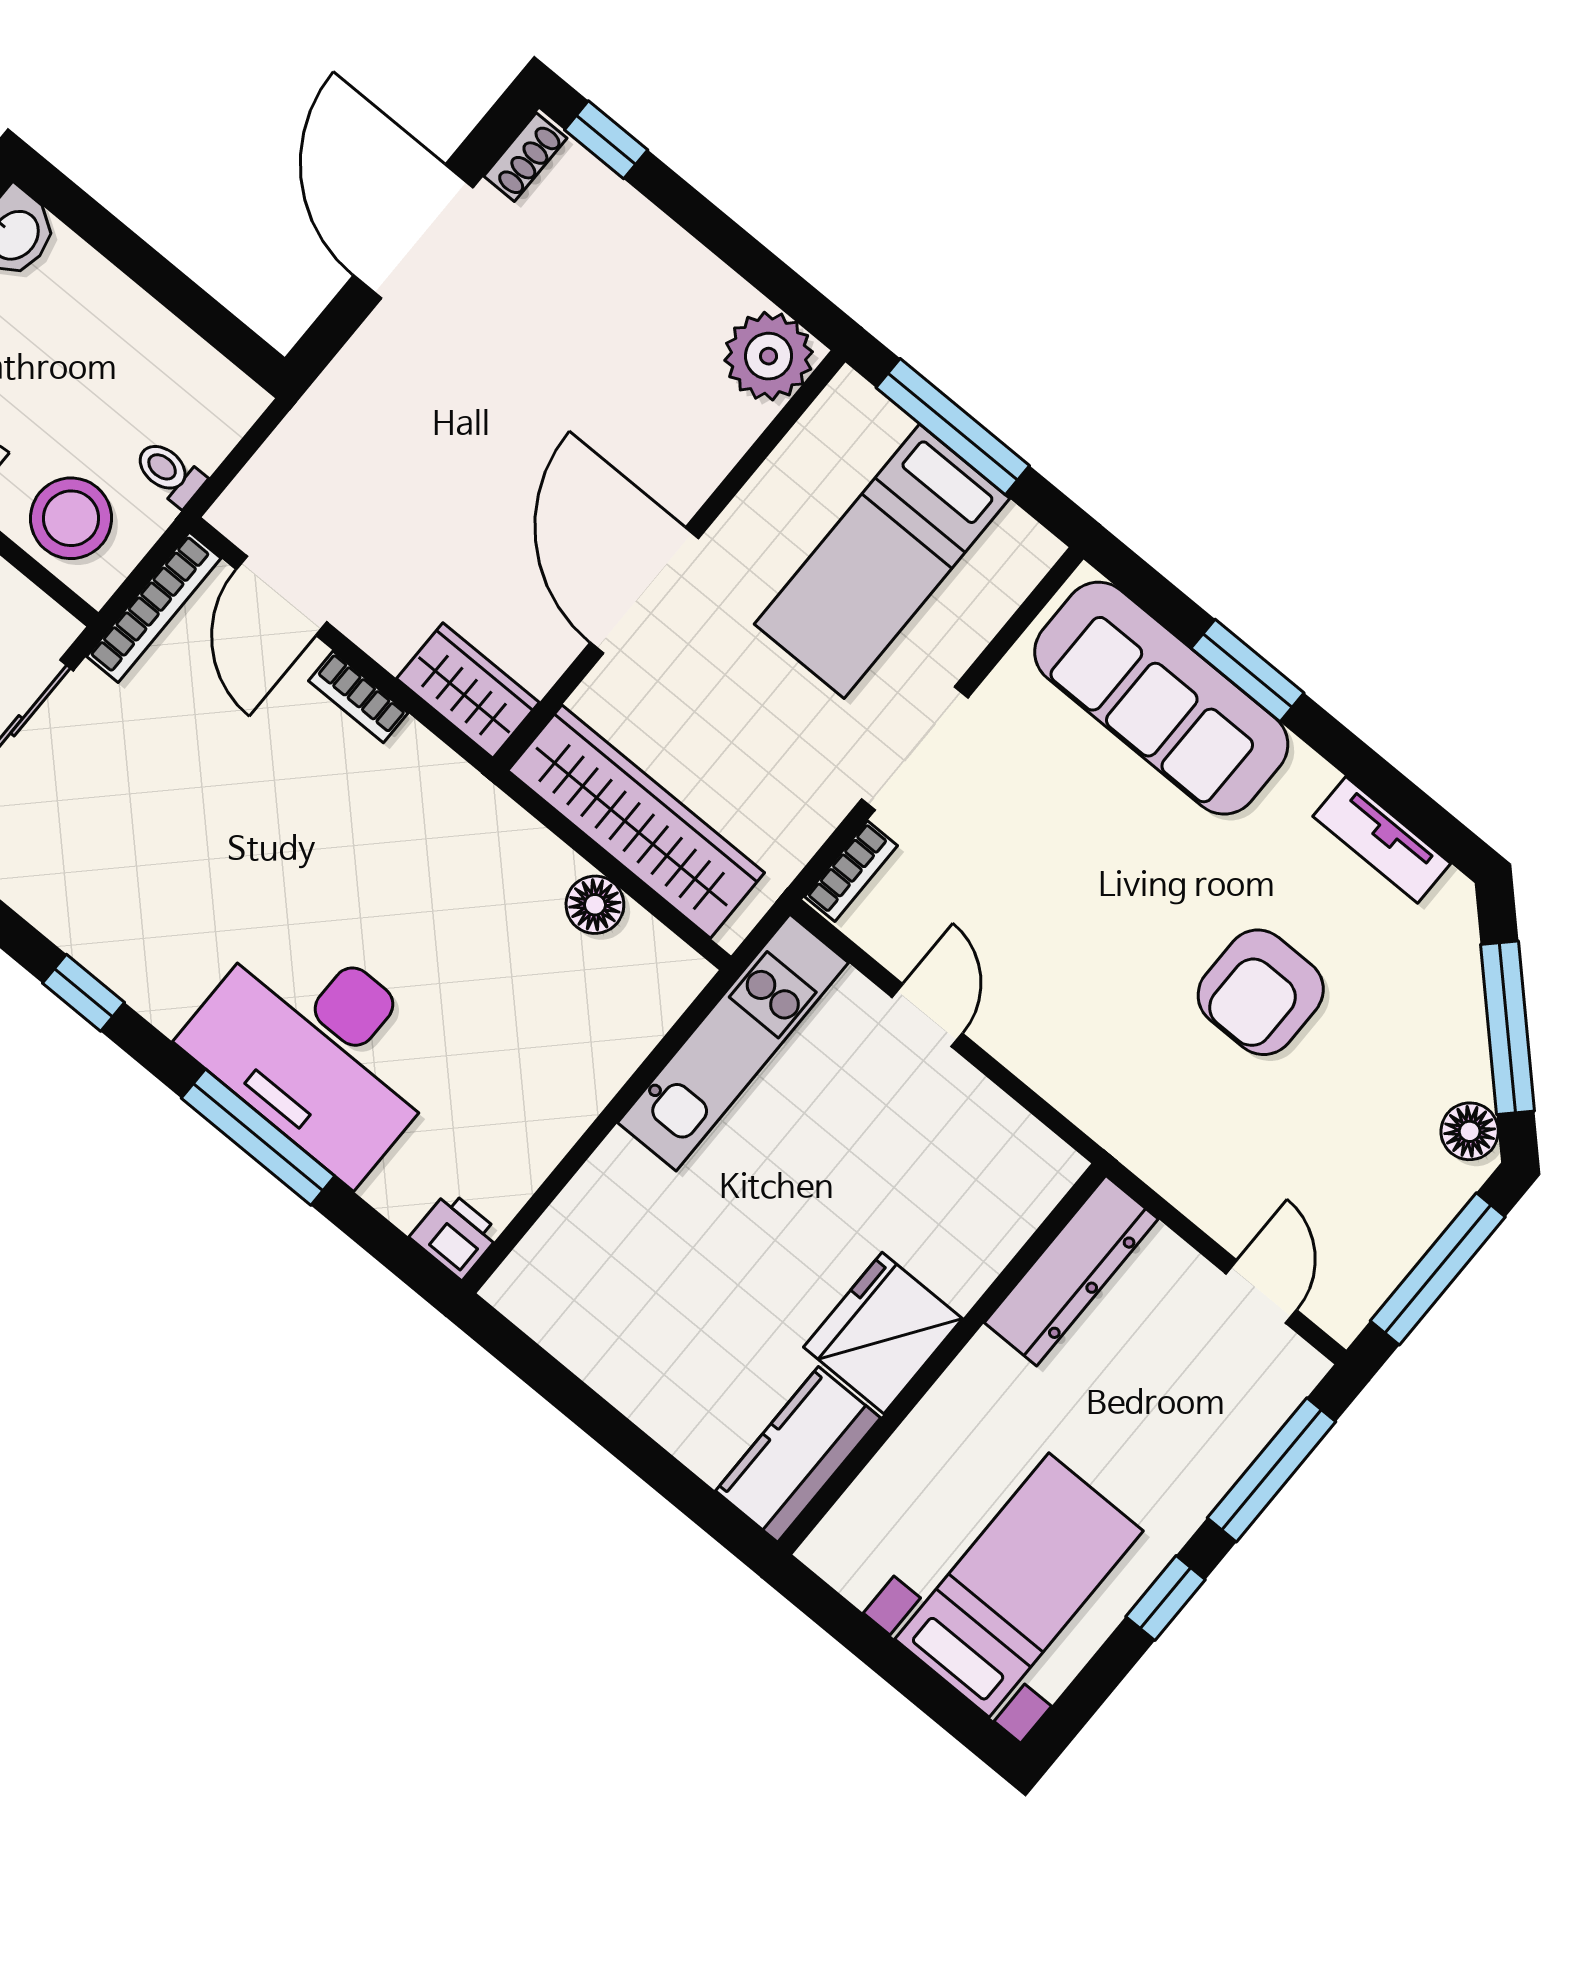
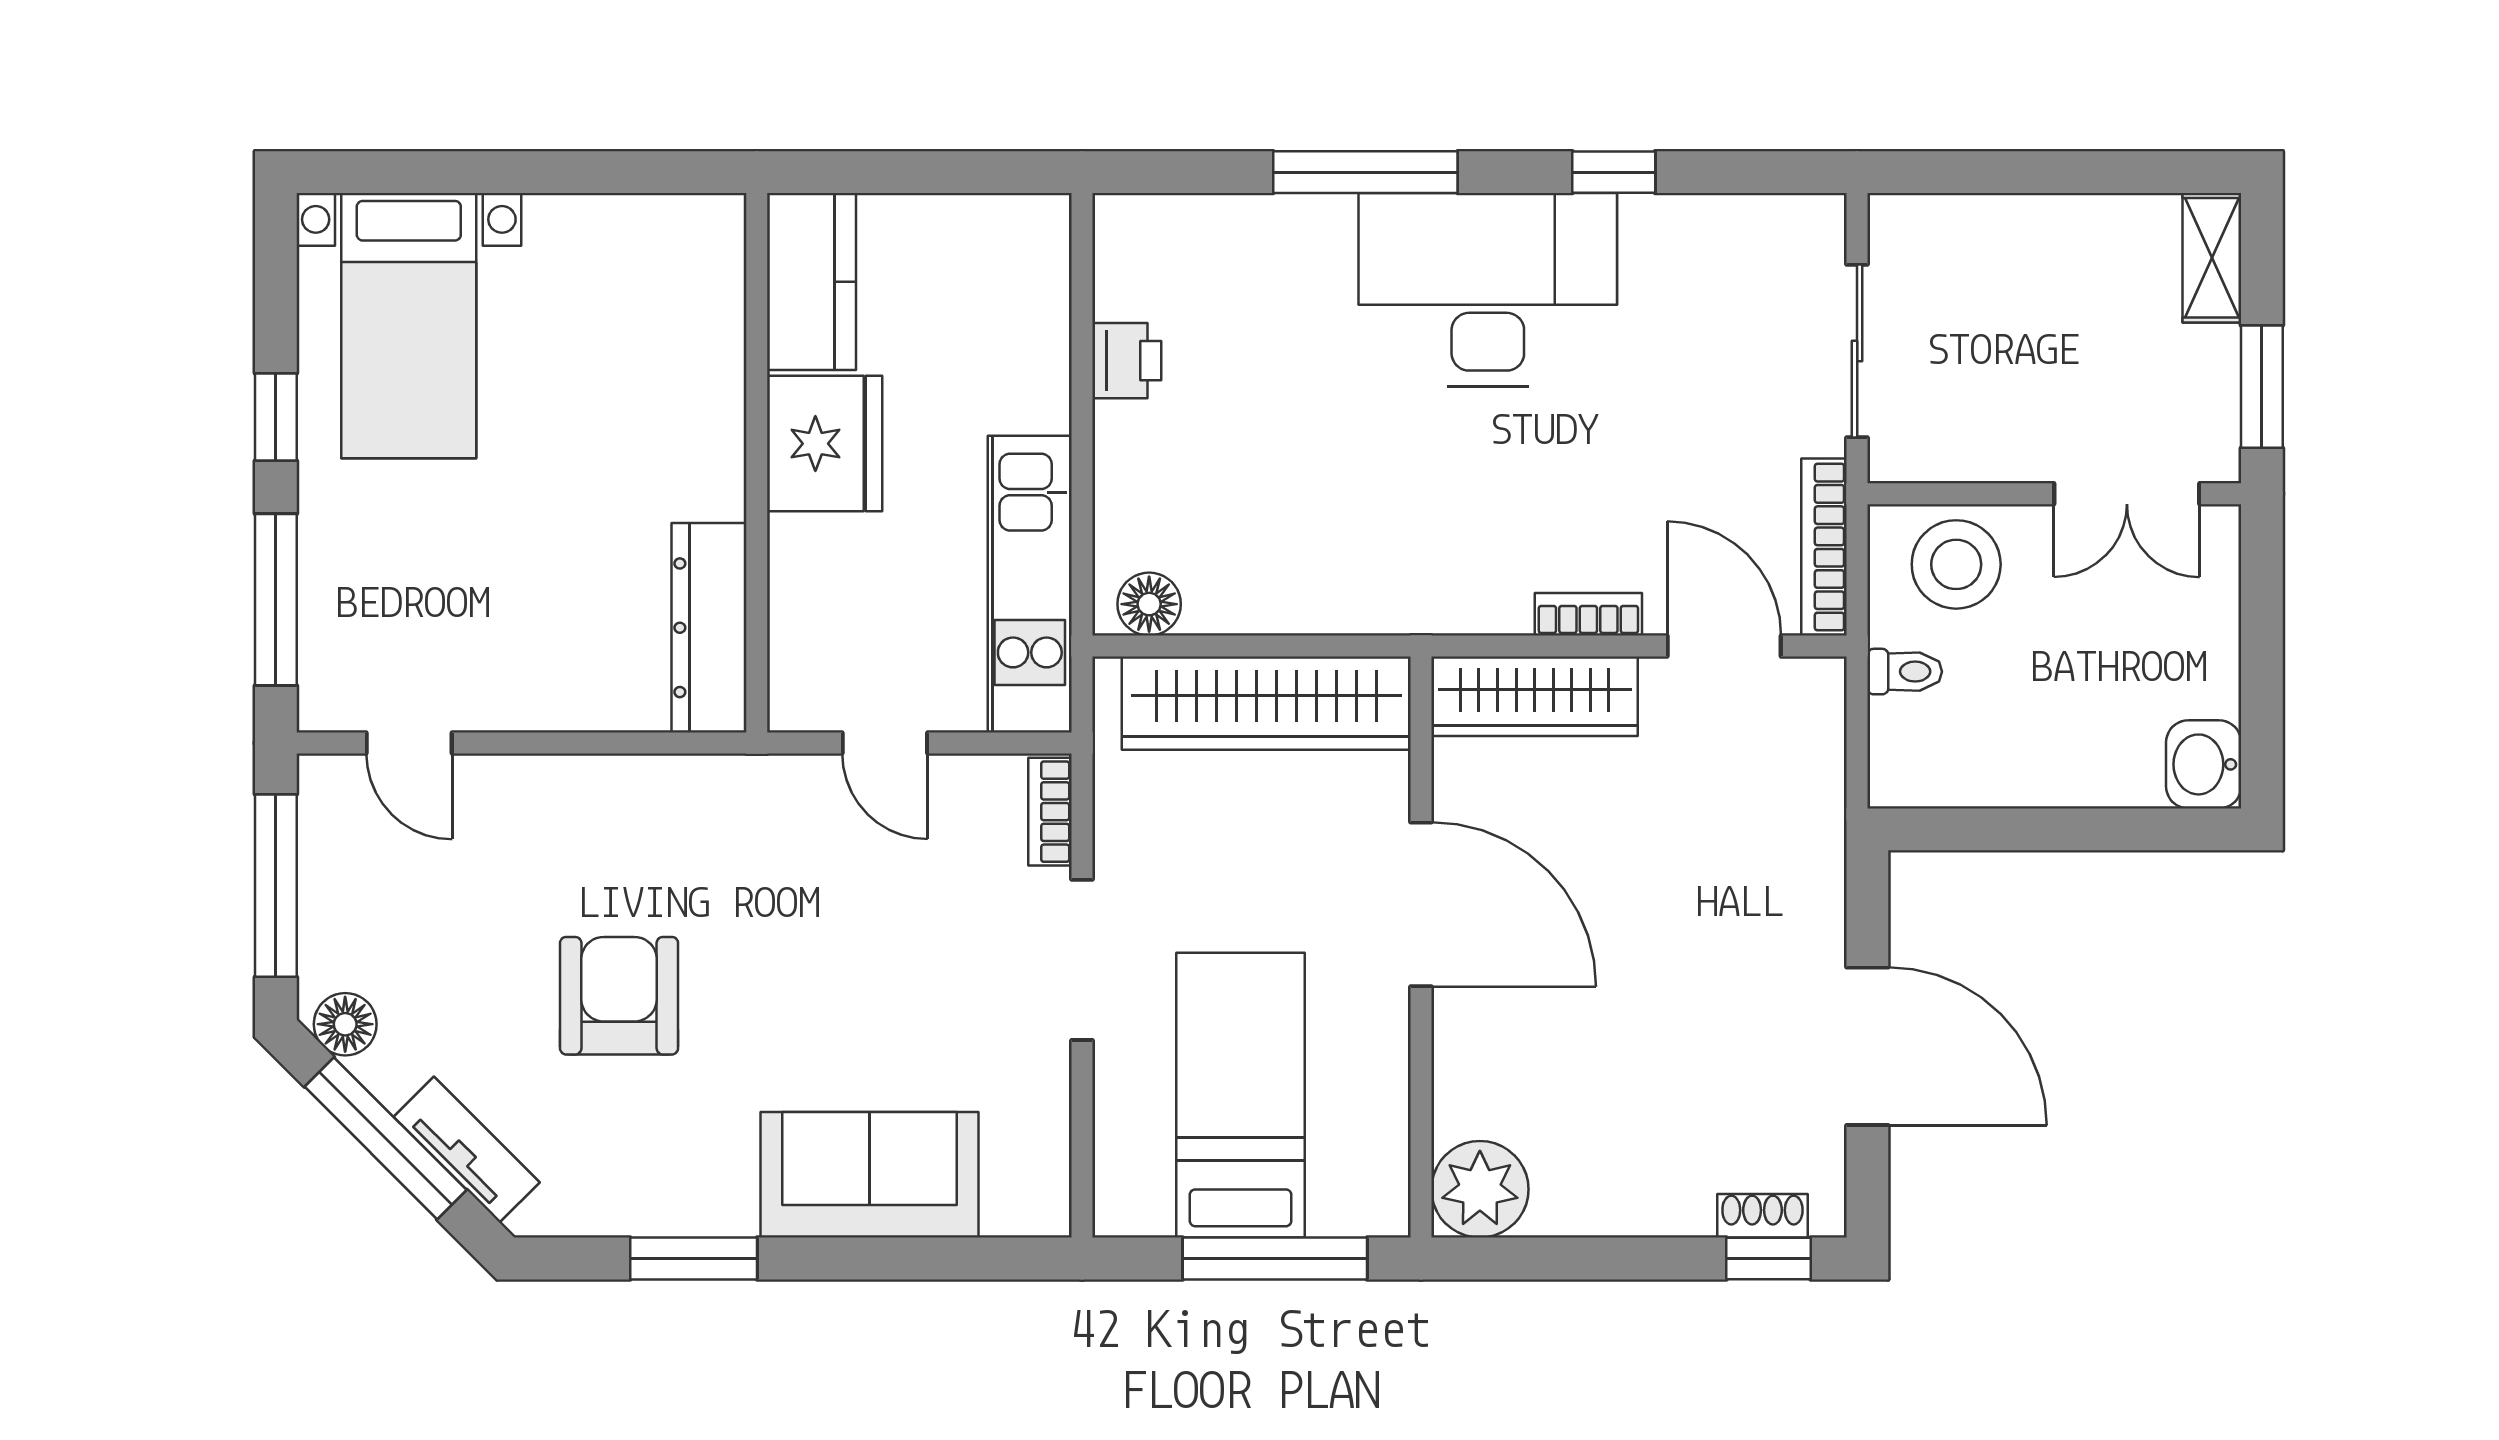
shoe rack: (525, 157) -> (1762, 1216), moved, turned 90
window: (1248, 670) -> (694, 1258), moved
wardrobe: (468, 691) -> (1535, 696), width x1.50
sofa: (1161, 698) -> (870, 1175), width x0.73
tv unit: (1382, 840) -> (467, 1150), moved, turned 45
floor lamp: (595, 905) -> (1149, 604), moved
desk: (319, 1049) -> (1488, 290), moved
printer: (455, 1235) -> (1127, 361), moved, turned -90
dresser: (1071, 1271) -> (709, 628), moved
fridge: (883, 1333) -> (825, 444), moved
wall: (942, 1359) -> (757, 463), moved
kitchen counter: (798, 1454) -> (811, 282), moved

